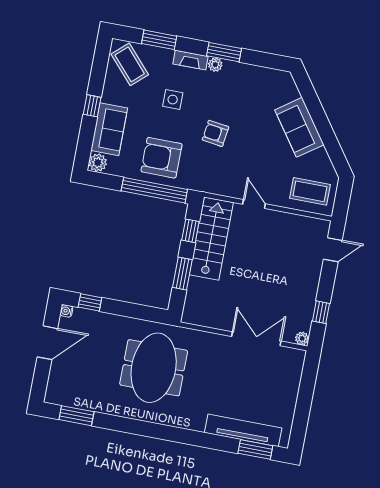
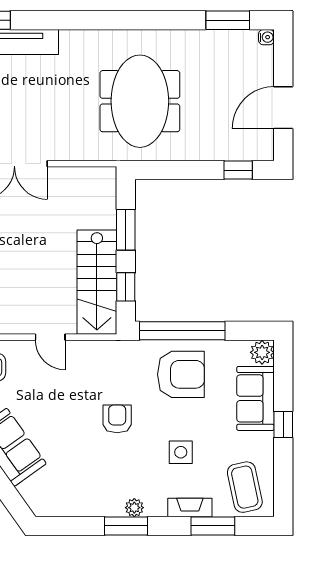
fireplace: (191, 60) -> (190, 507), moved
coffee table: (130, 64) -> (245, 487), turned 30
armchair: (216, 133) -> (117, 419), turned -98
water cooler: (66, 311) -> (266, 37), moved

